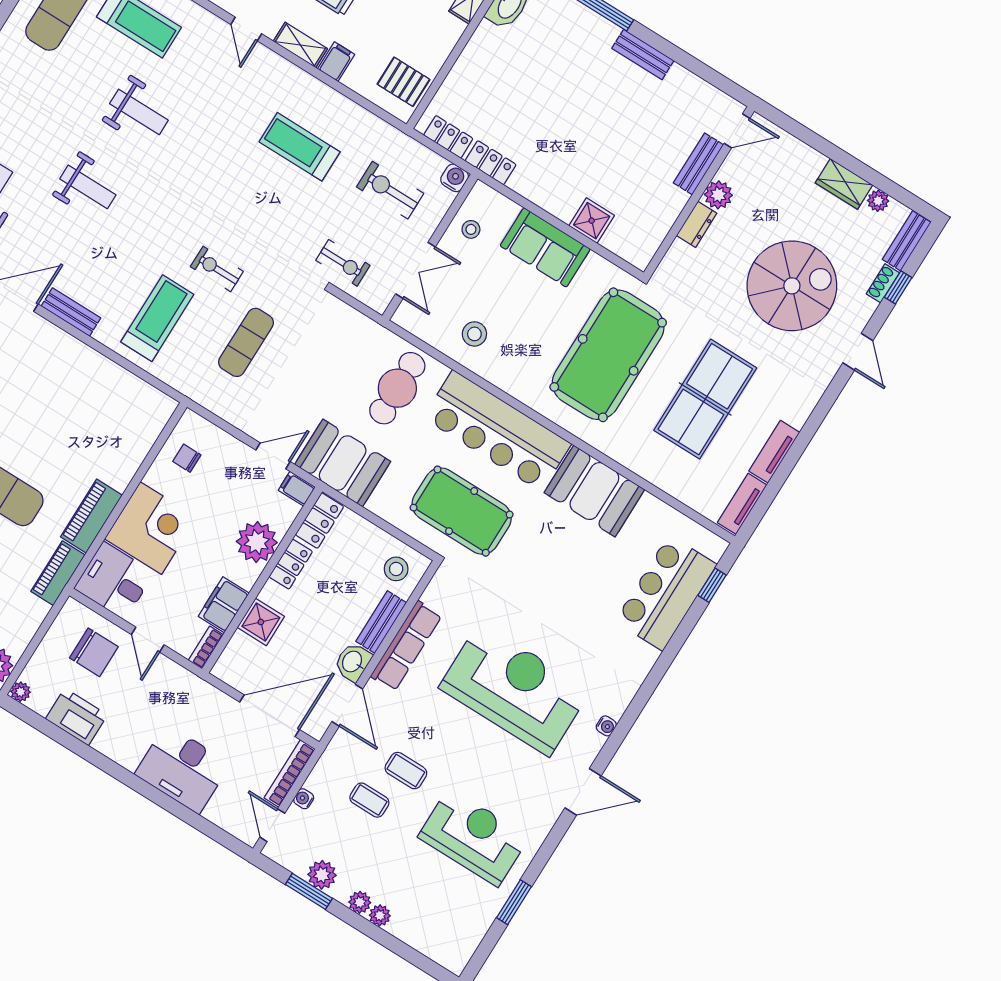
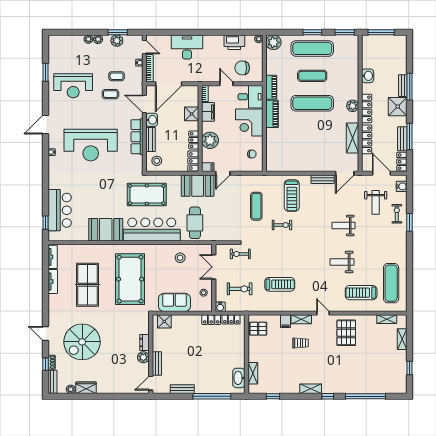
door: (737, 131) -> (151, 383), moved
bench: (698, 164) -> (157, 364), moved
wall: (699, 192) -> (151, 354), moved
plant: (718, 195) -> (143, 357), moved
dresser: (697, 224) -> (145, 343), moved

